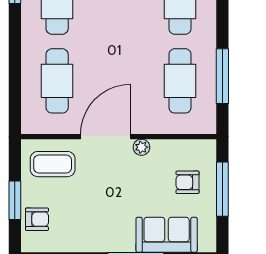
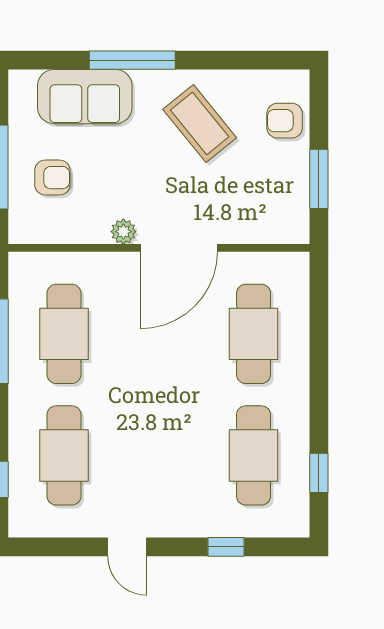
coffee table: (53, 164) -> (200, 123), moved, turned 51
window: (15, 200) -> (319, 179), moved

